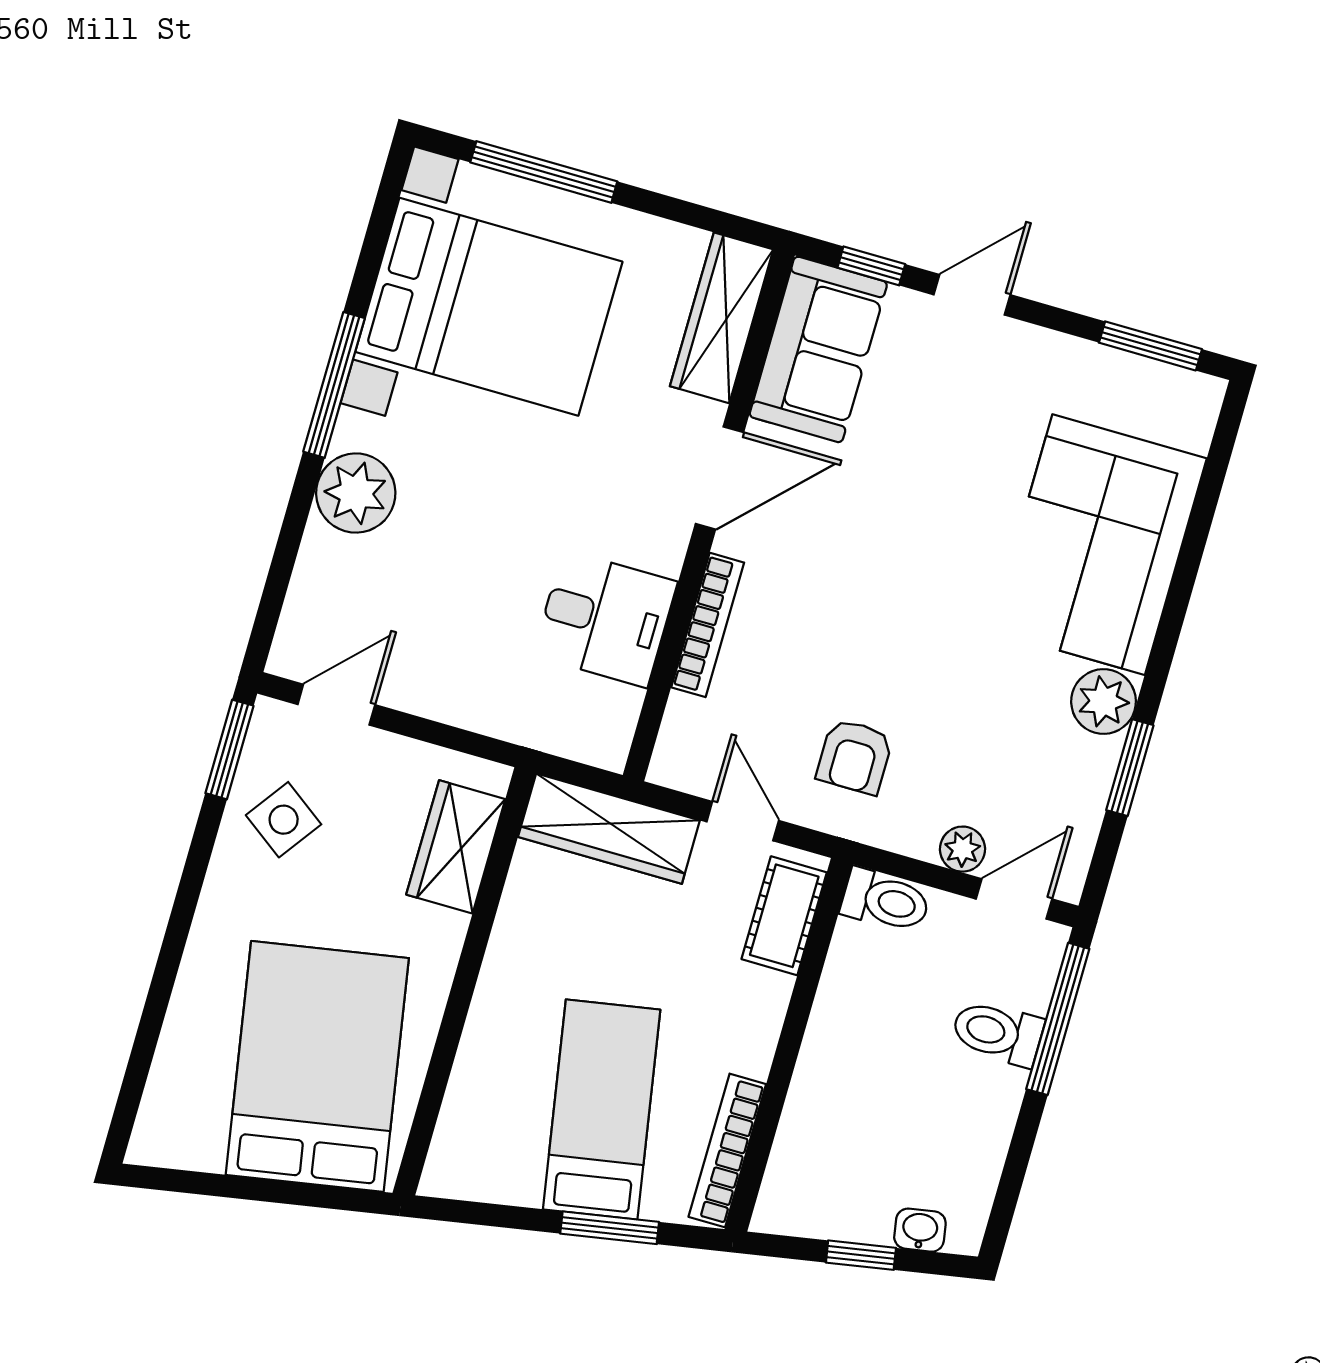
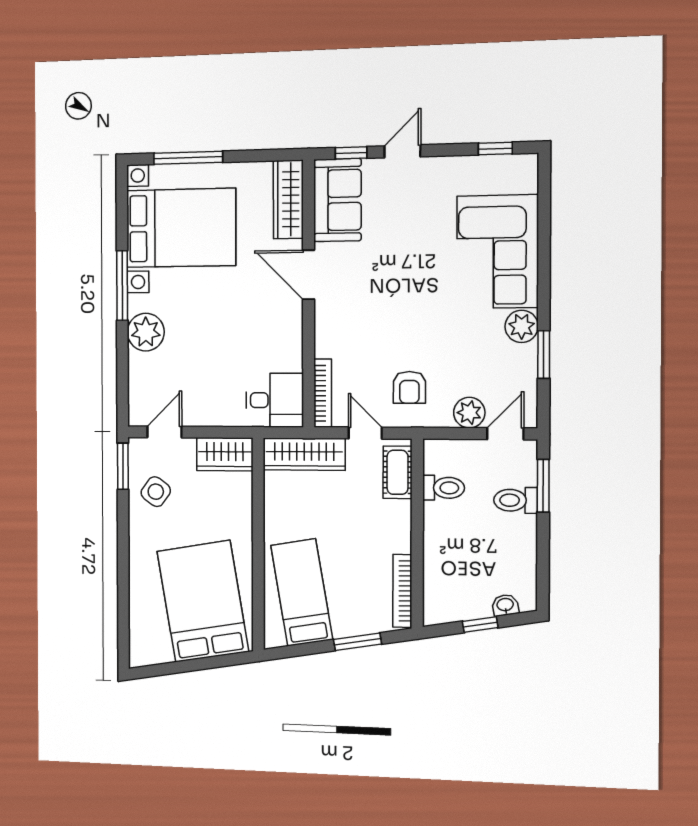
window: (1150, 346) -> (495, 149), width x0.67
door: (719, 478) -> (309, 275), swing flipped
desk: (605, 619) -> (275, 400), moved
bookcase: (708, 625) -> (323, 393), moved
wardrobe: (456, 847) -> (225, 454), moved, turned -90
plant: (963, 849) -> (469, 413), width x1.38, depth x1.38
toilet: (885, 901) -> (444, 488), moved
window: (1058, 1019) -> (543, 486), width x0.69
bed: (602, 1110) -> (302, 592), moved

